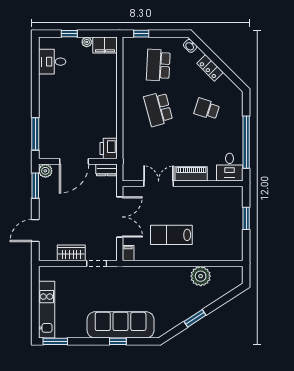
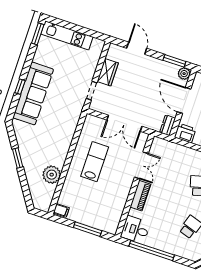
window: (246, 218) -> (88, 229), width x1.44
filing cabinet: (128, 253) -> (61, 210), moved

